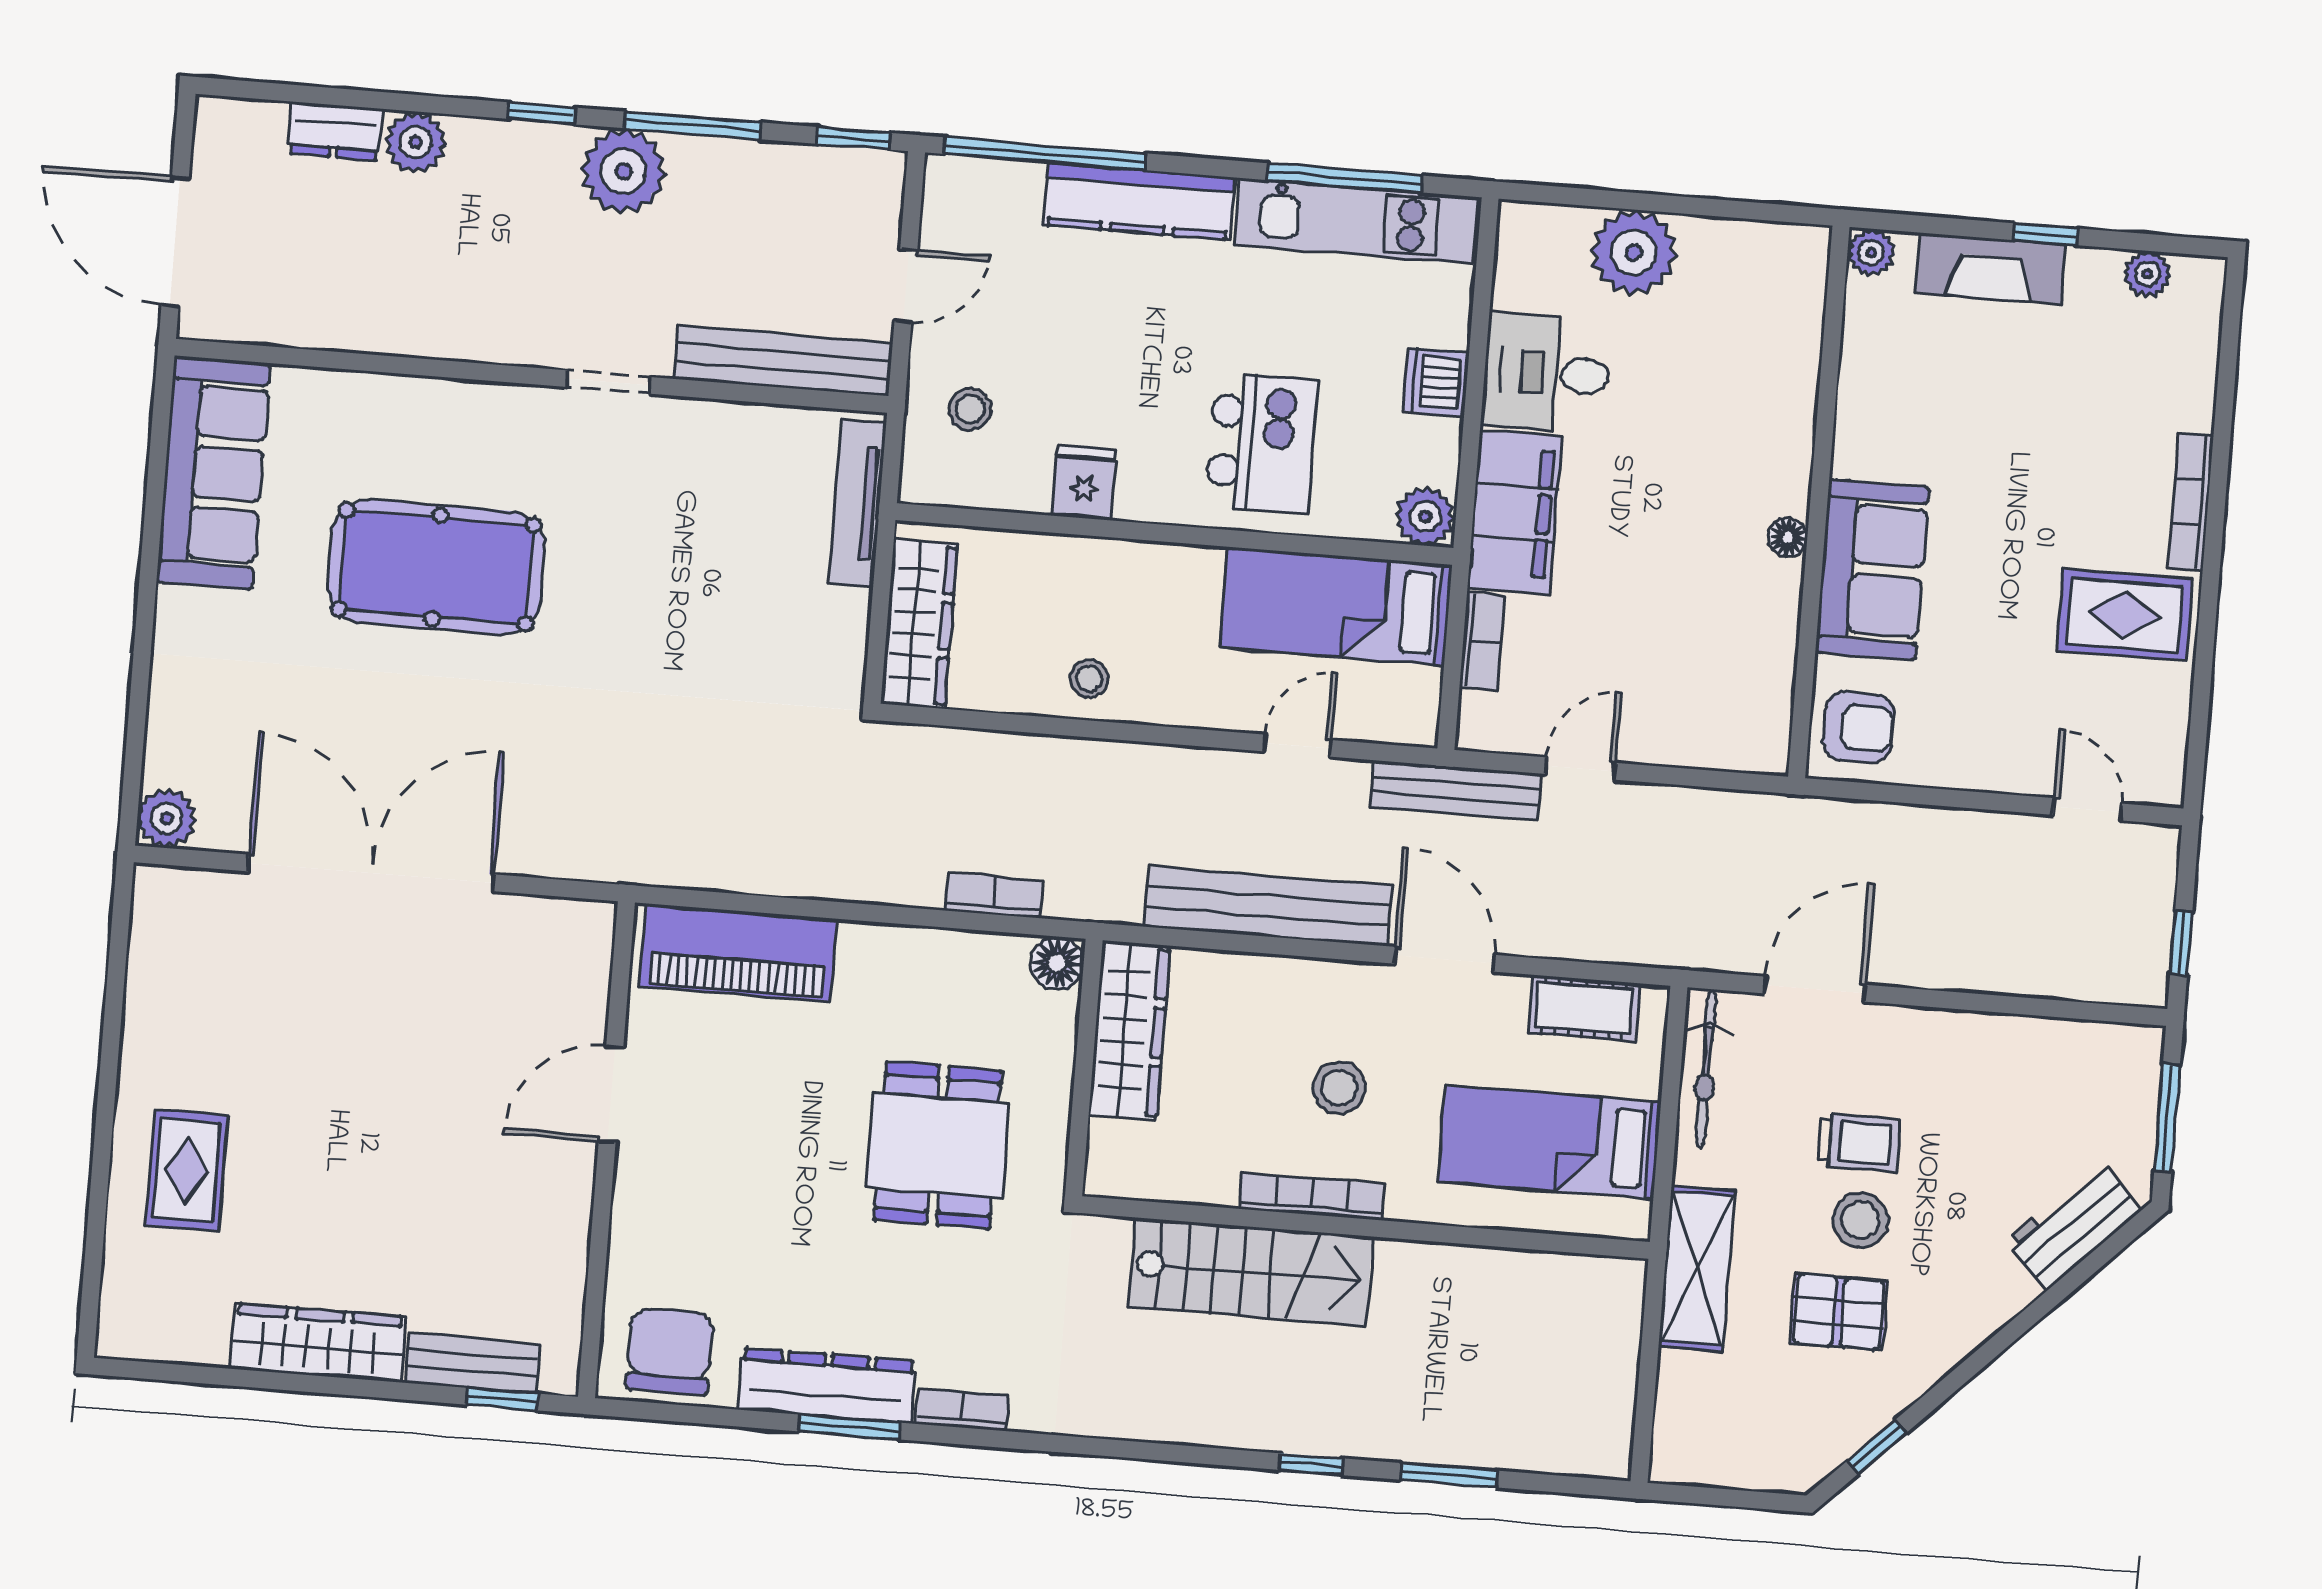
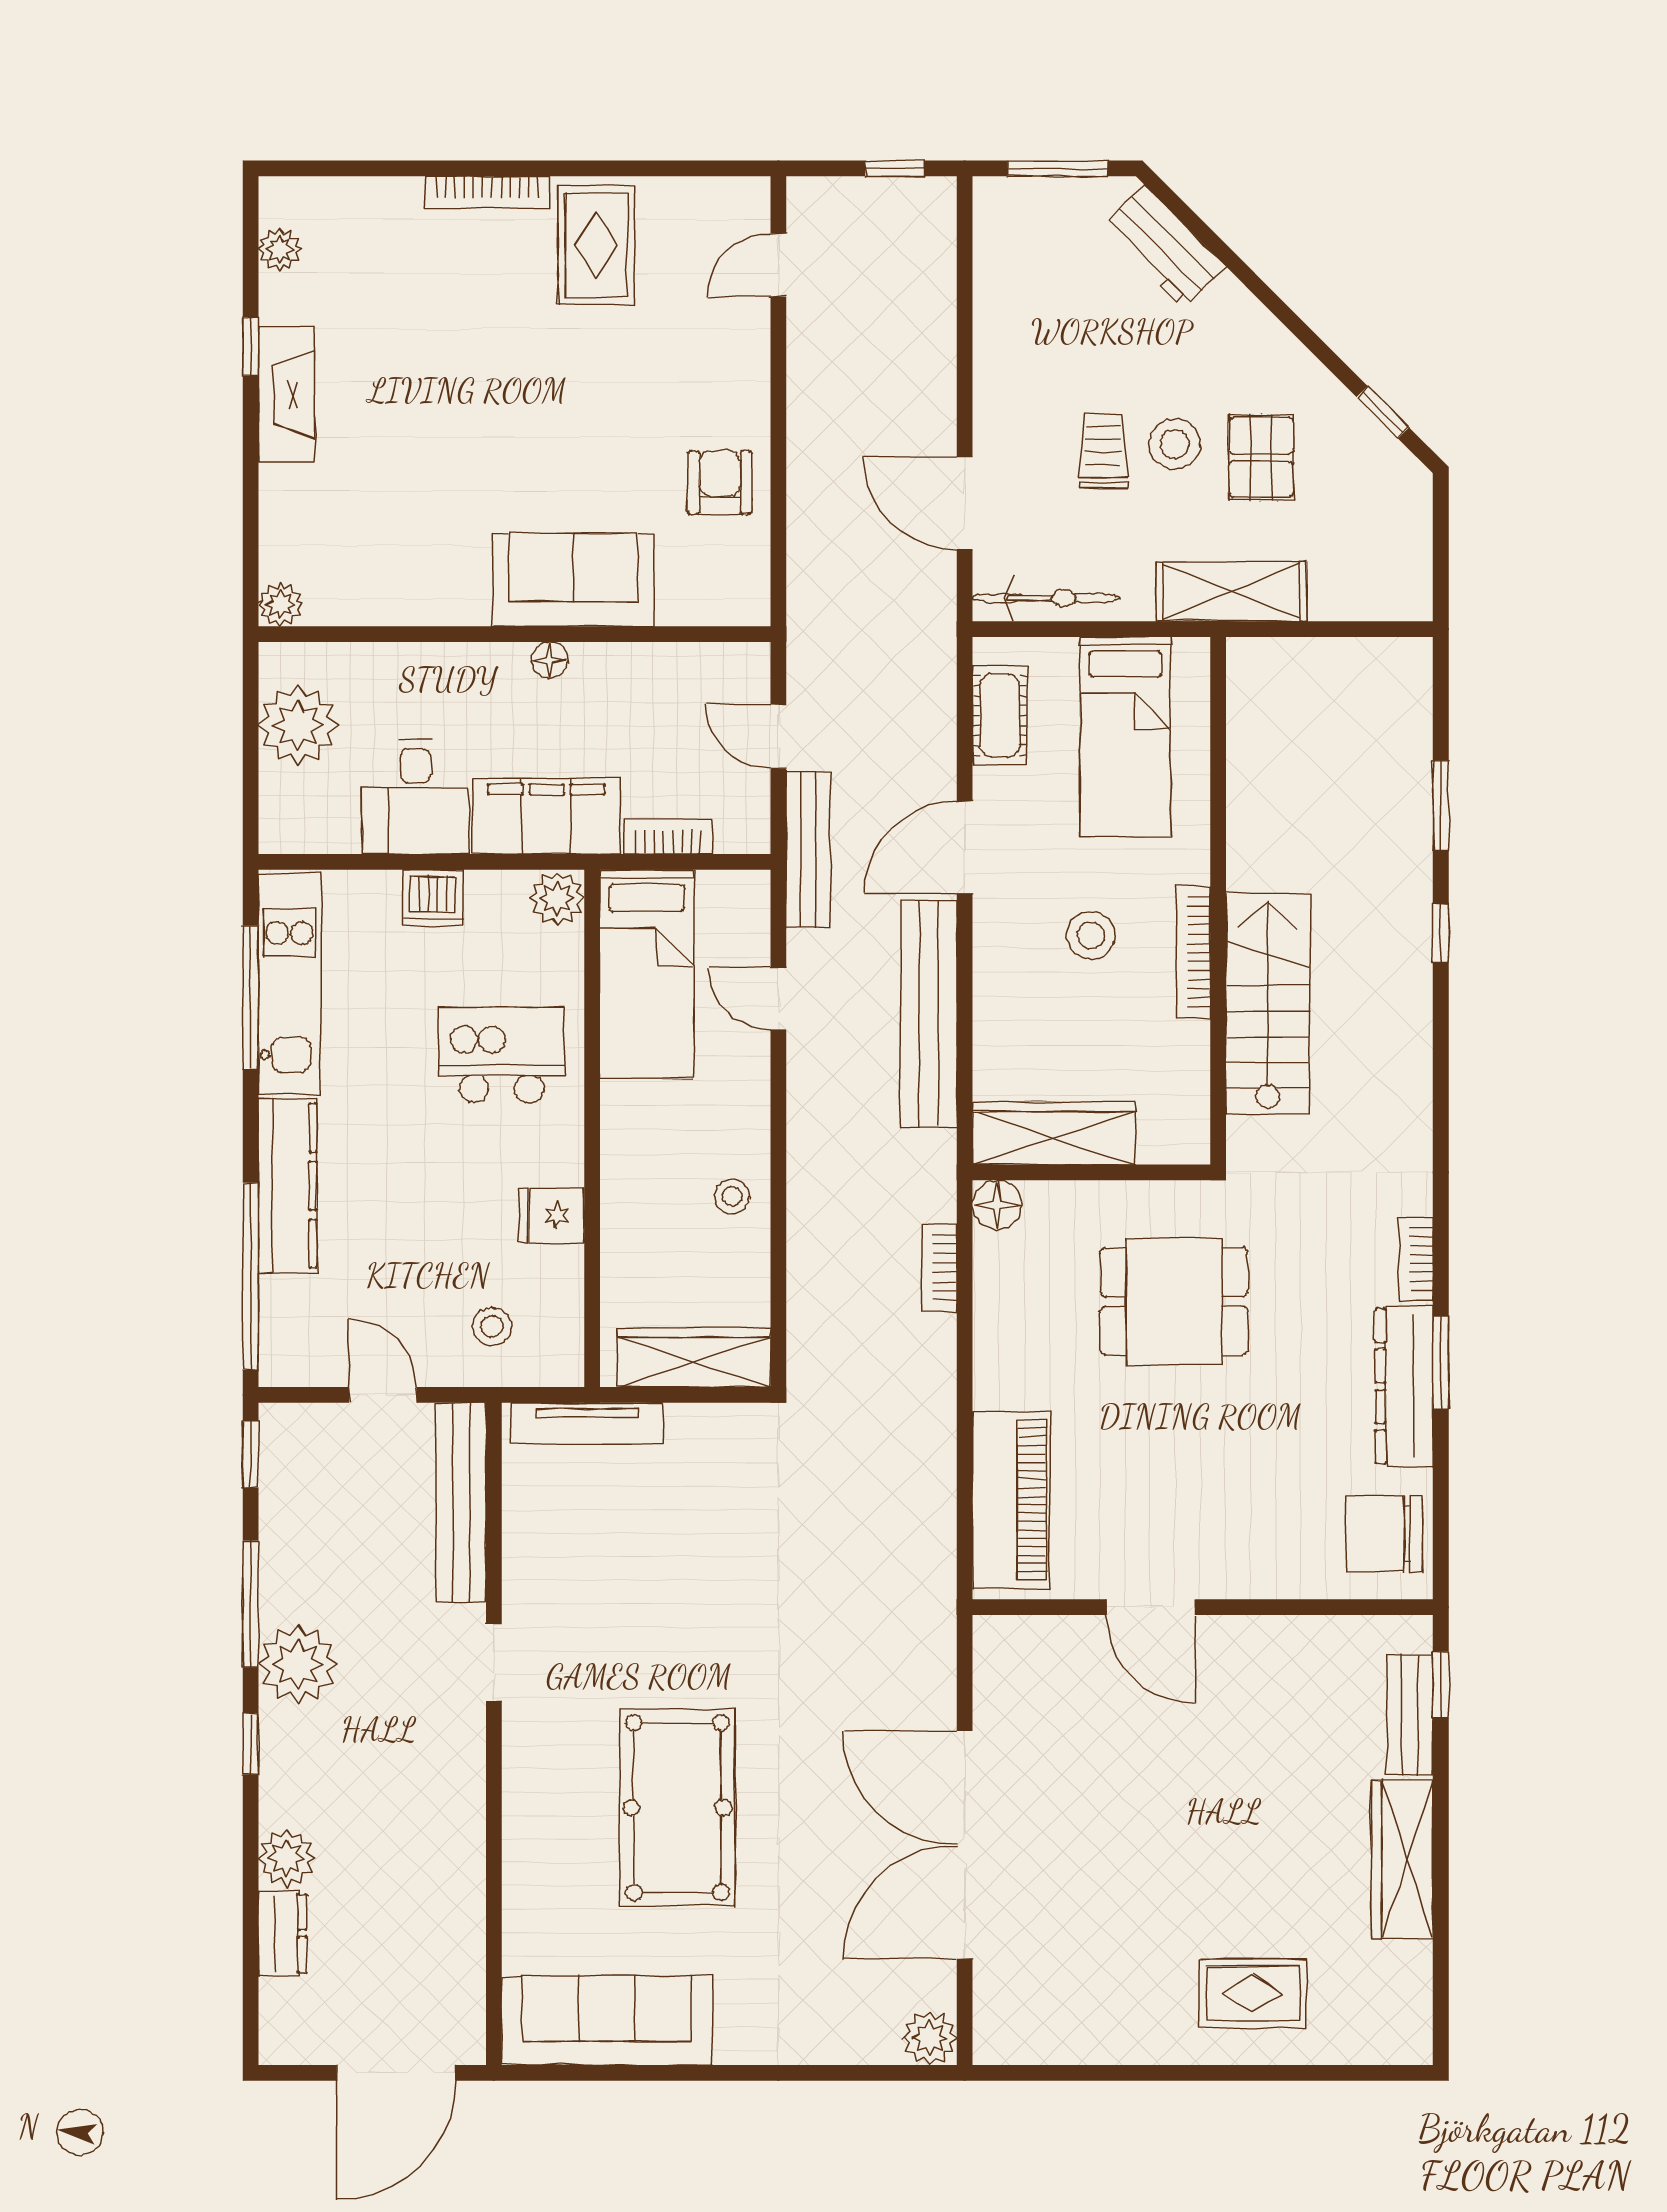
plant: (1871, 252) -> (280, 604), moved
wall: (1819, 502) -> (514, 634), moved
floor lamp: (1788, 537) -> (550, 660), moved
sofa: (1872, 570) -> (573, 580), moved

